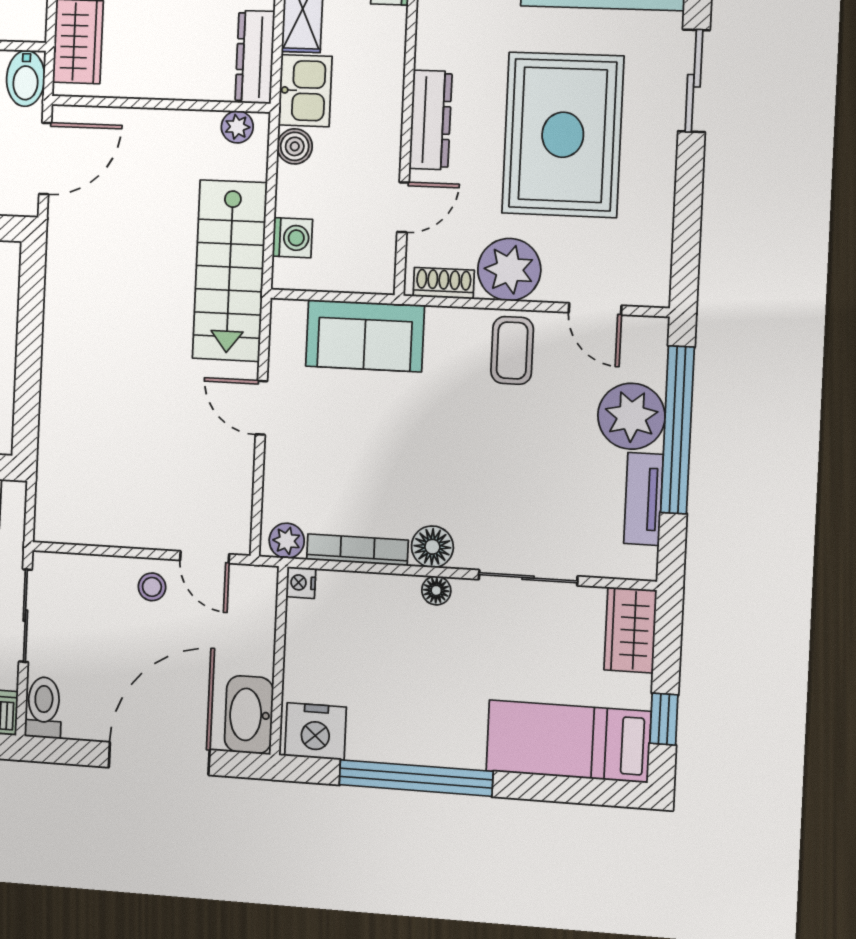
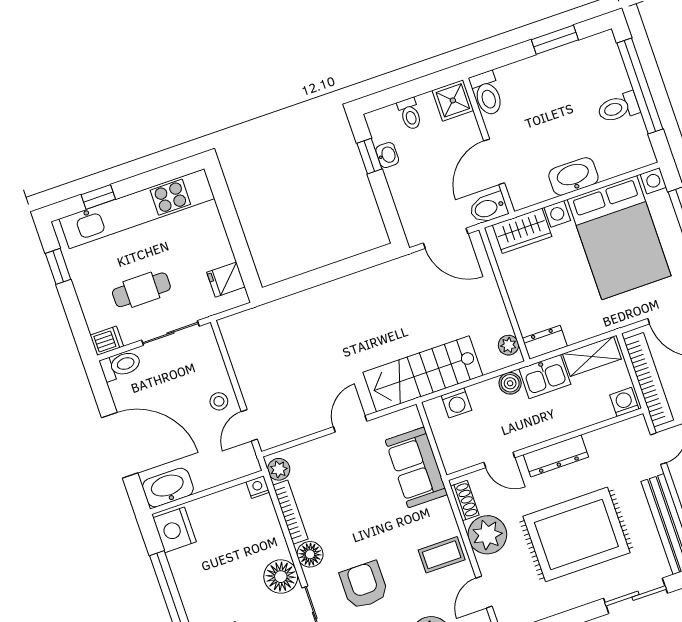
dresser: (255, 57) -> (545, 342), width x0.70
armchair: (512, 485) -> (364, 585), added
floor lamp: (436, 590) -> (281, 577), width x1.89, depth x1.89

